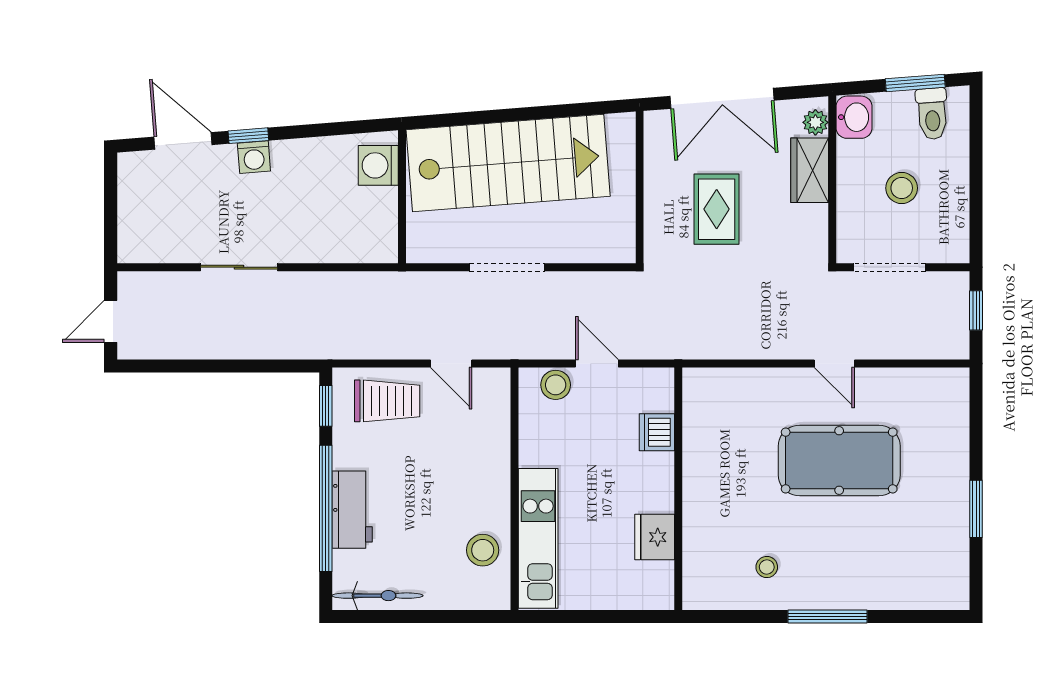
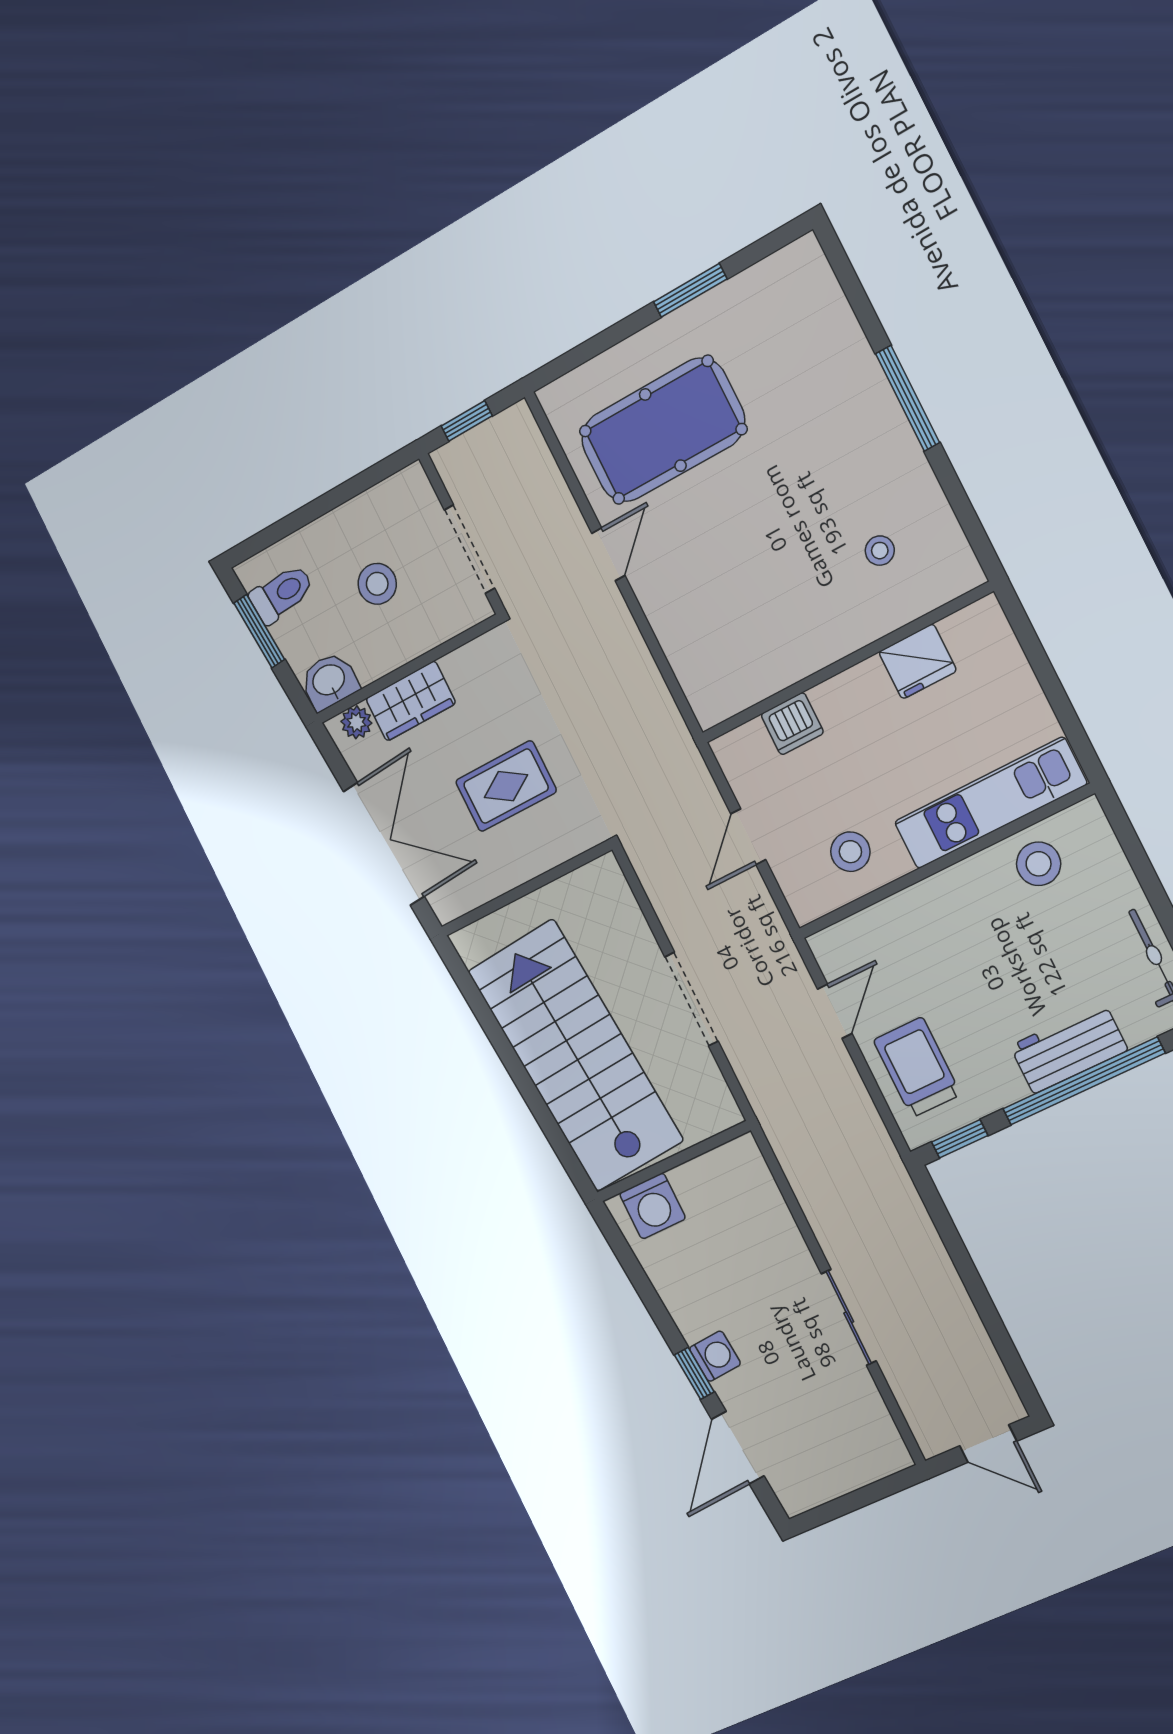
stool: (556, 385) -> (850, 852), moved
pool table: (839, 461) -> (663, 430), moved, turned 90
stool: (767, 567) -> (880, 551), moved

